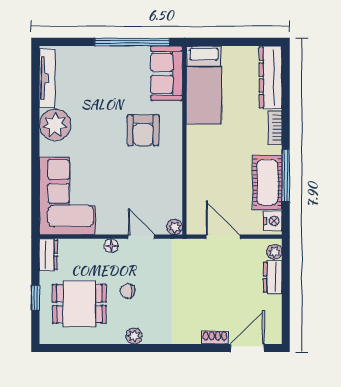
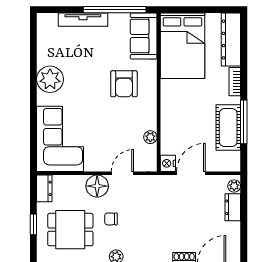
tv unit: (47, 78) -> (83, 20), moved, turned 90
bed: (204, 85) -> (182, 46), width x1.50
nightstand: (273, 221) -> (168, 163), moved, turned 180
plant: (175, 227) -> (150, 137), moved
door: (141, 237) -> (122, 173), hinge flipped
door: (223, 237) -> (191, 173), hinge flipped
floor lamp: (111, 246) -> (97, 186), width x1.89, depth x1.89

